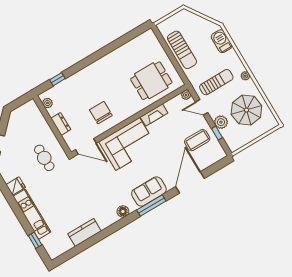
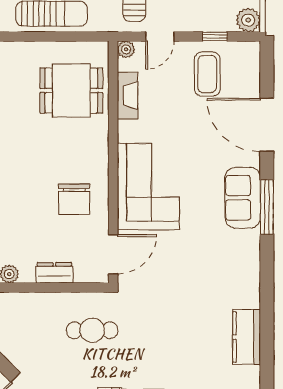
dining table: (151, 81) -> (71, 90), turned 90
chair: (101, 113) -> (74, 199), turned -90
fireplace: (154, 115) -> (128, 96), moved
plant: (221, 122) -> (248, 20), moved
floor lamp: (123, 211) -> (250, 257), removed

